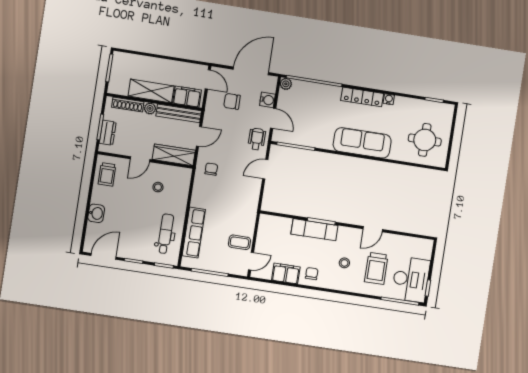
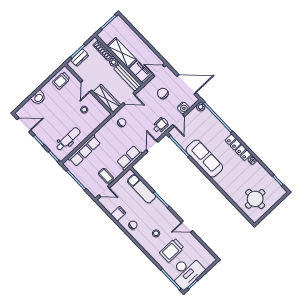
door: (208, 79) -> (159, 71), swing flipped
sofa: (362, 143) -> (204, 159), moved
door: (140, 159) -> (86, 86), hinge flipped
door: (265, 169) -> (152, 146), hinge flipped
row of seats: (250, 202) -> (129, 158), added
exam couch: (314, 230) -> (141, 189), moved
filing cabinet: (286, 274) -> (118, 214), width x0.50

